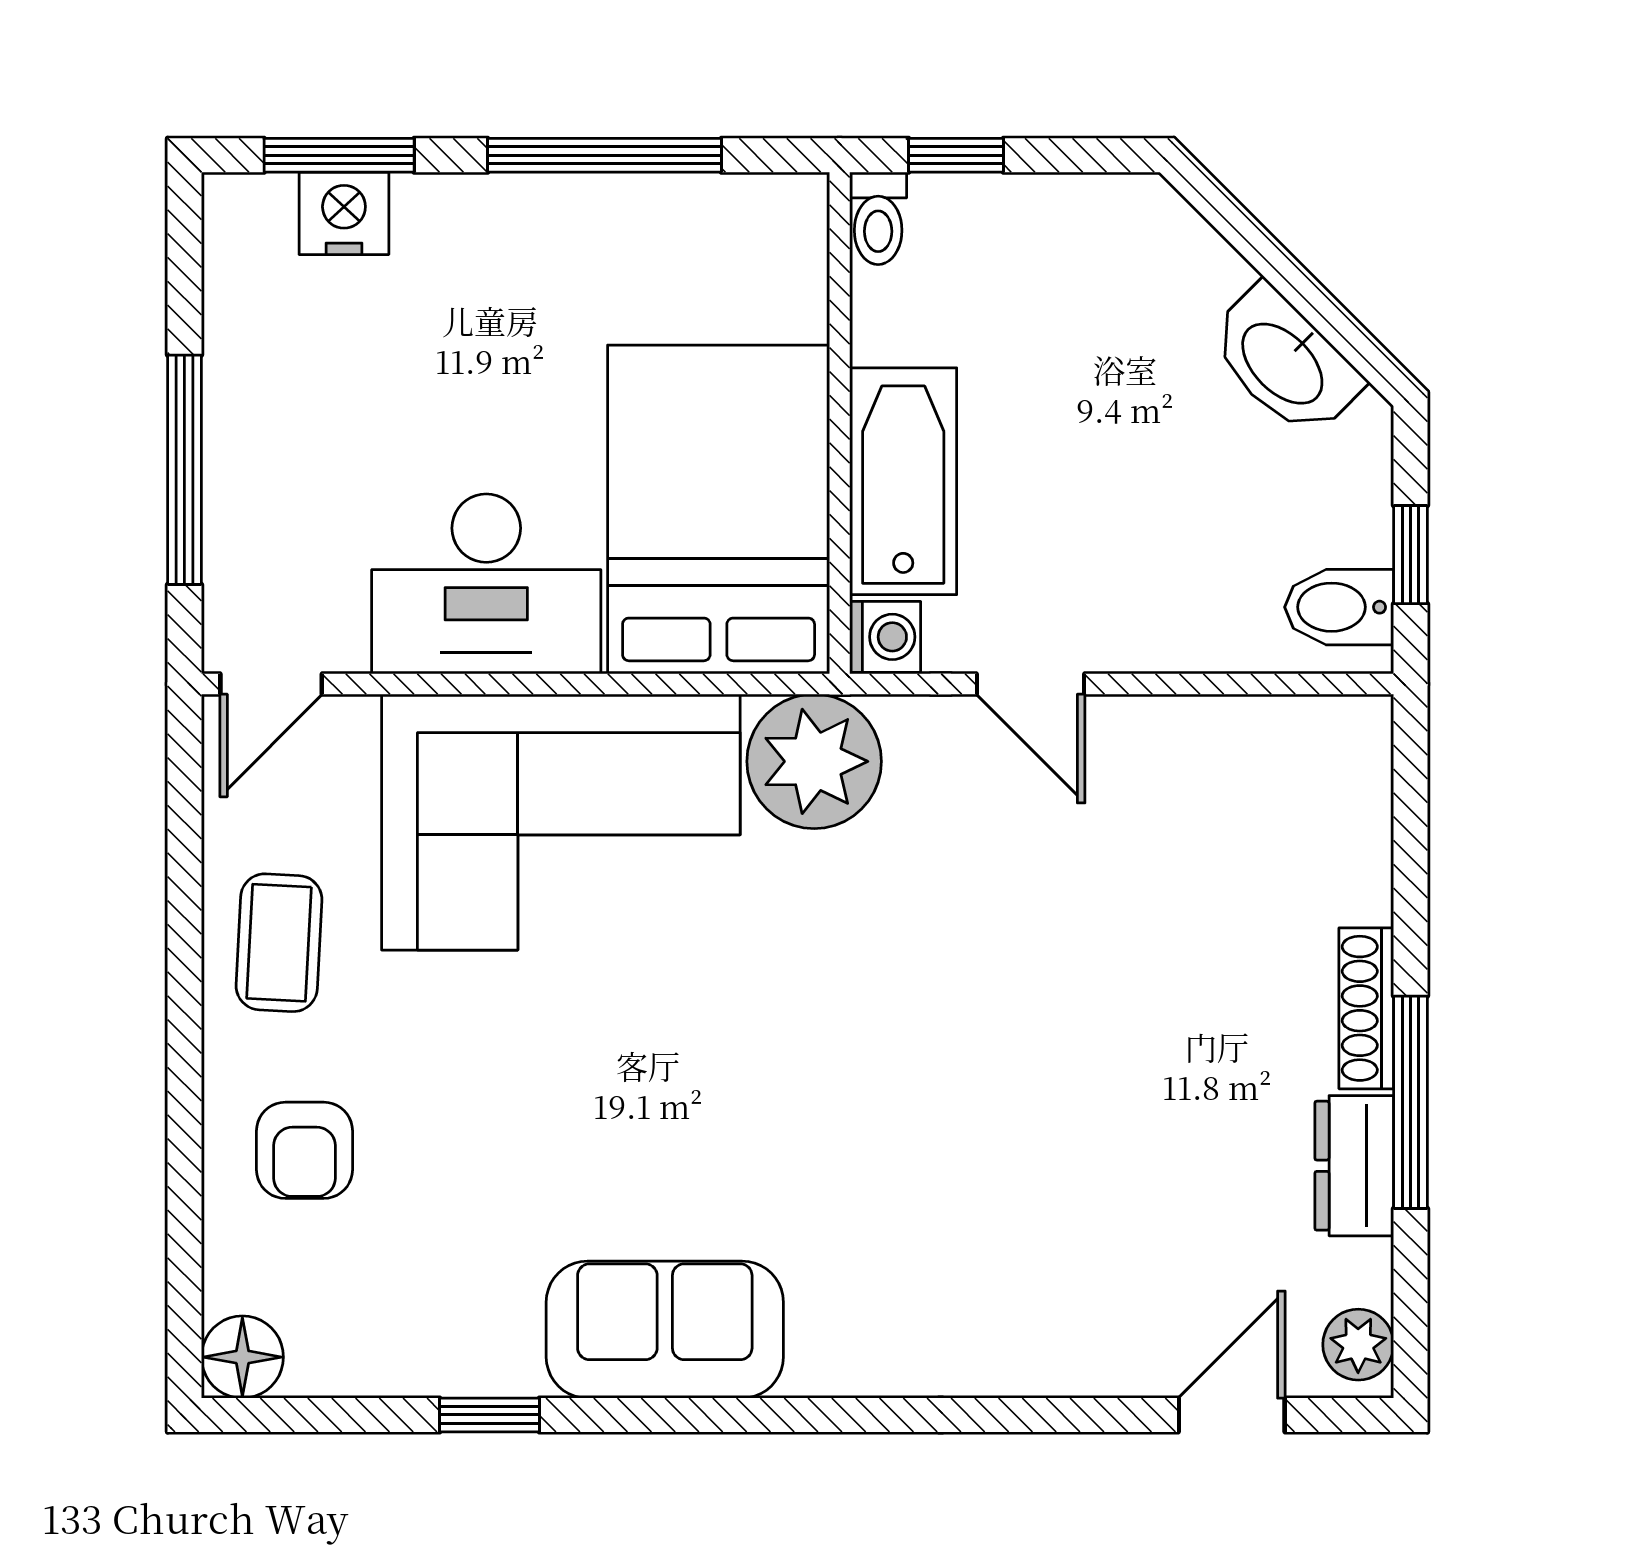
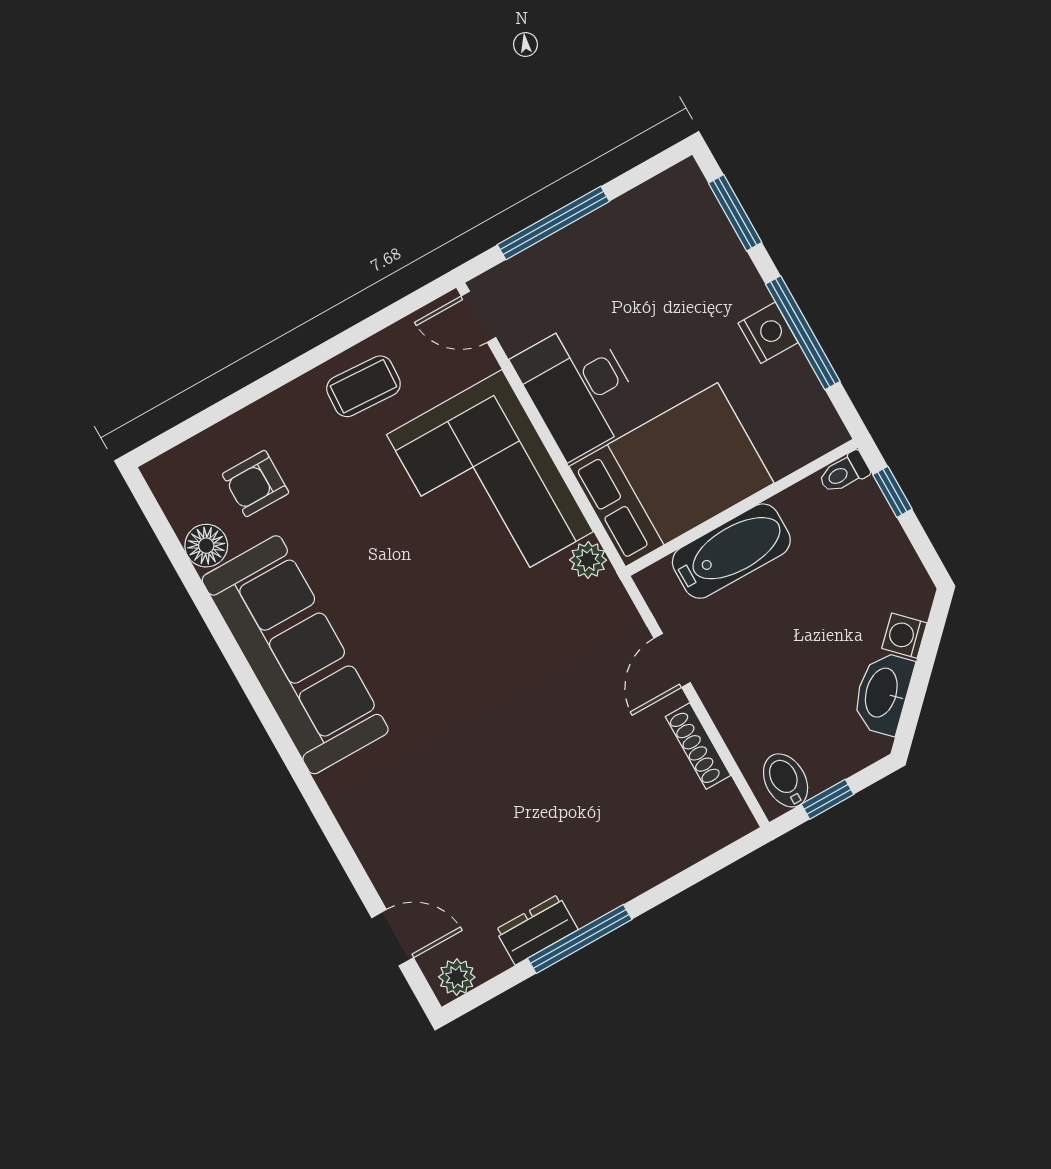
nightstand: (344, 213) -> (768, 333), moved
washing machine: (885, 637) -> (904, 636), moved, turned 135
plant: (814, 761) -> (588, 560), width x0.53, depth x0.53
shoe rack: (1366, 1008) -> (698, 746), moved, turned -90
armchair: (305, 1150) -> (256, 483), moved
sofa: (665, 1330) -> (295, 655), width x1.85, depth x1.27
floor lamp: (242, 1357) -> (206, 546), moved
window: (490, 1415) -> (203, 602), removed

